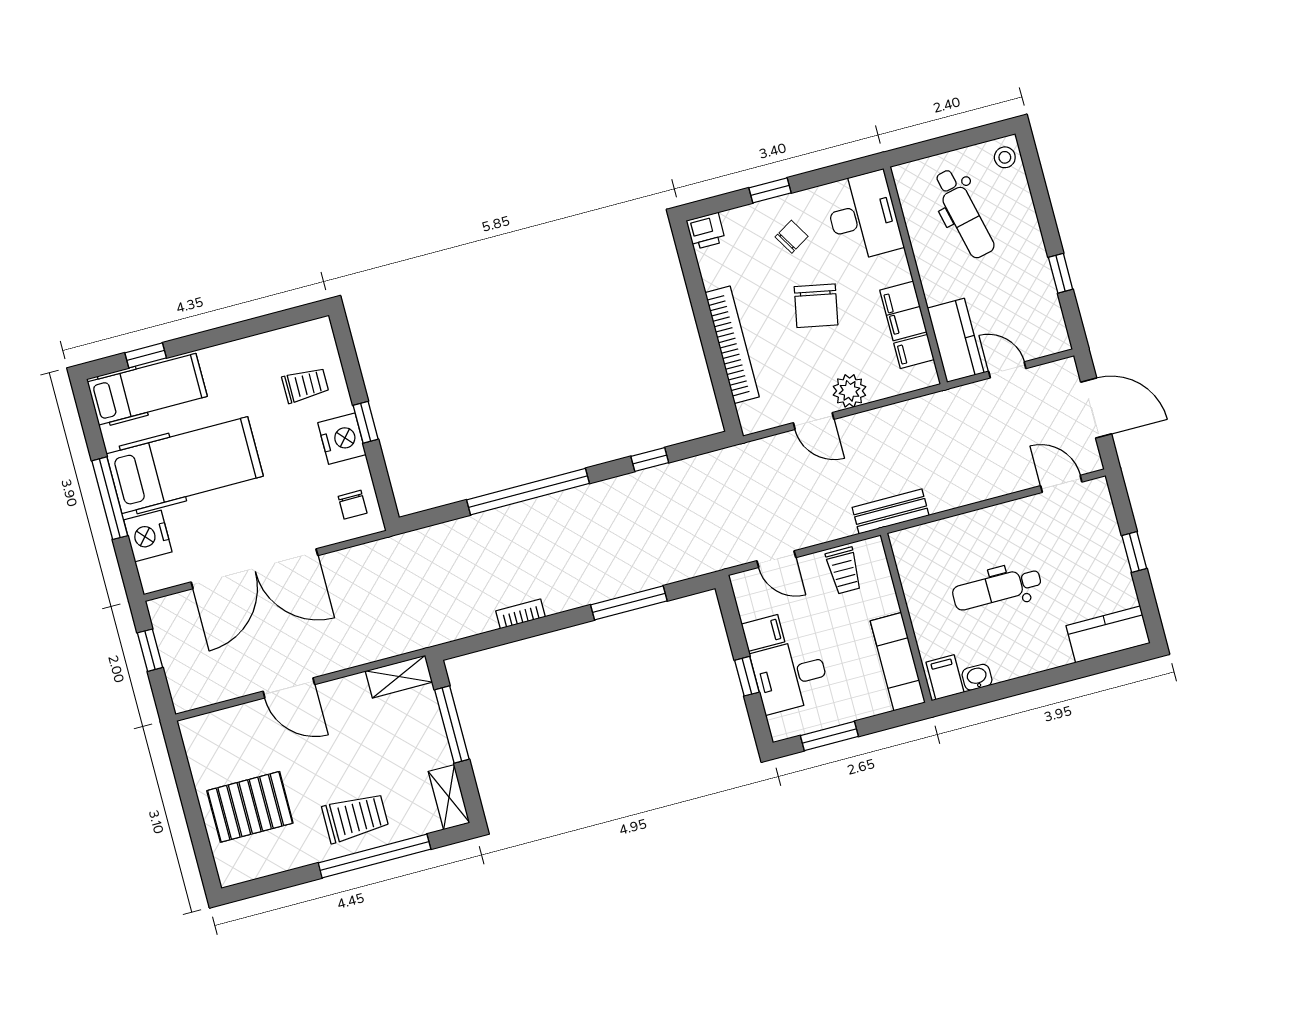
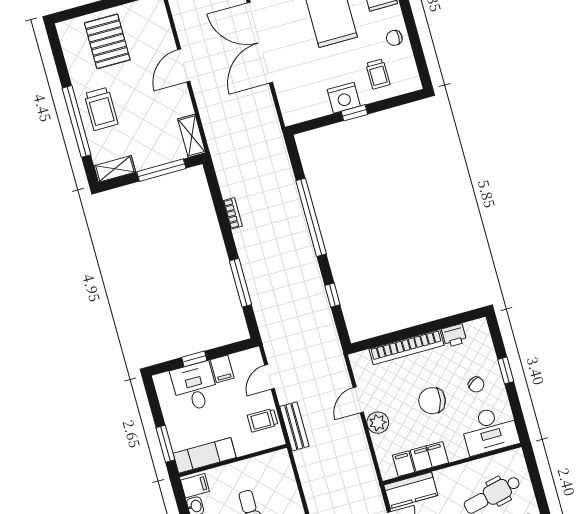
printer: (706, 231) -> (454, 335), moved, turned -90
chair: (353, 505) -> (394, 38), moved
bench: (891, 511) -> (294, 426), moved
window: (829, 736) -> (165, 444), moved

